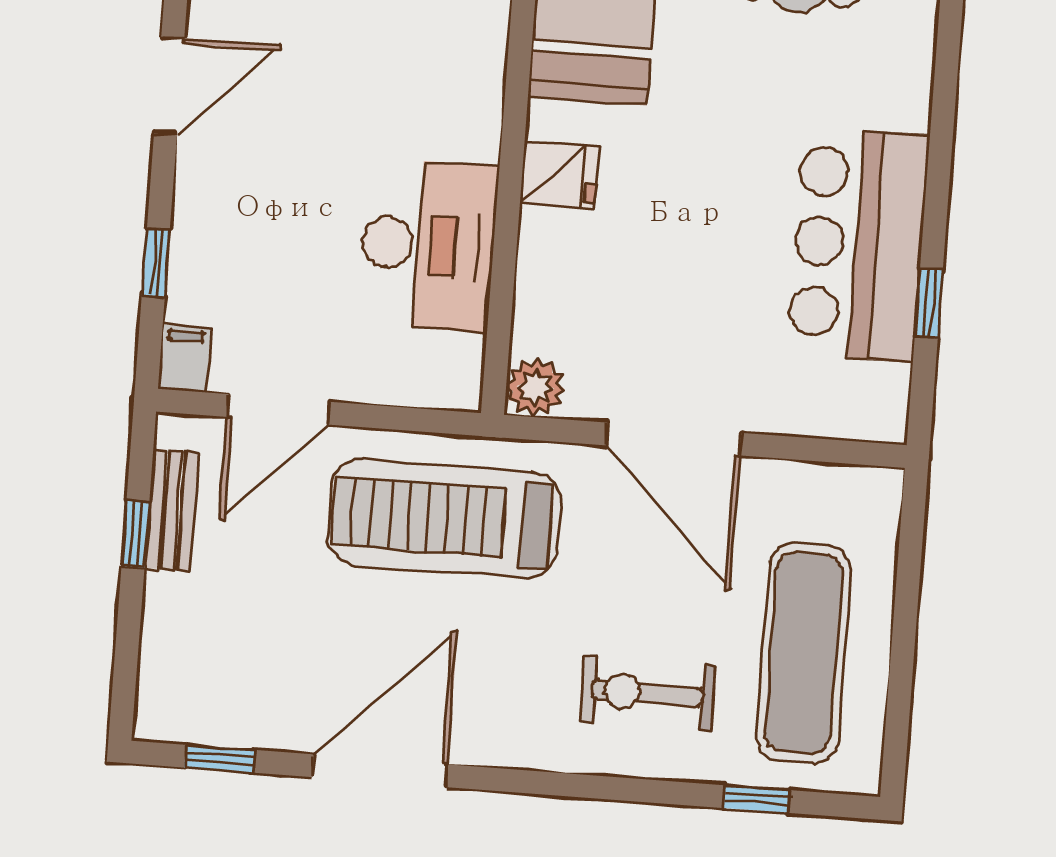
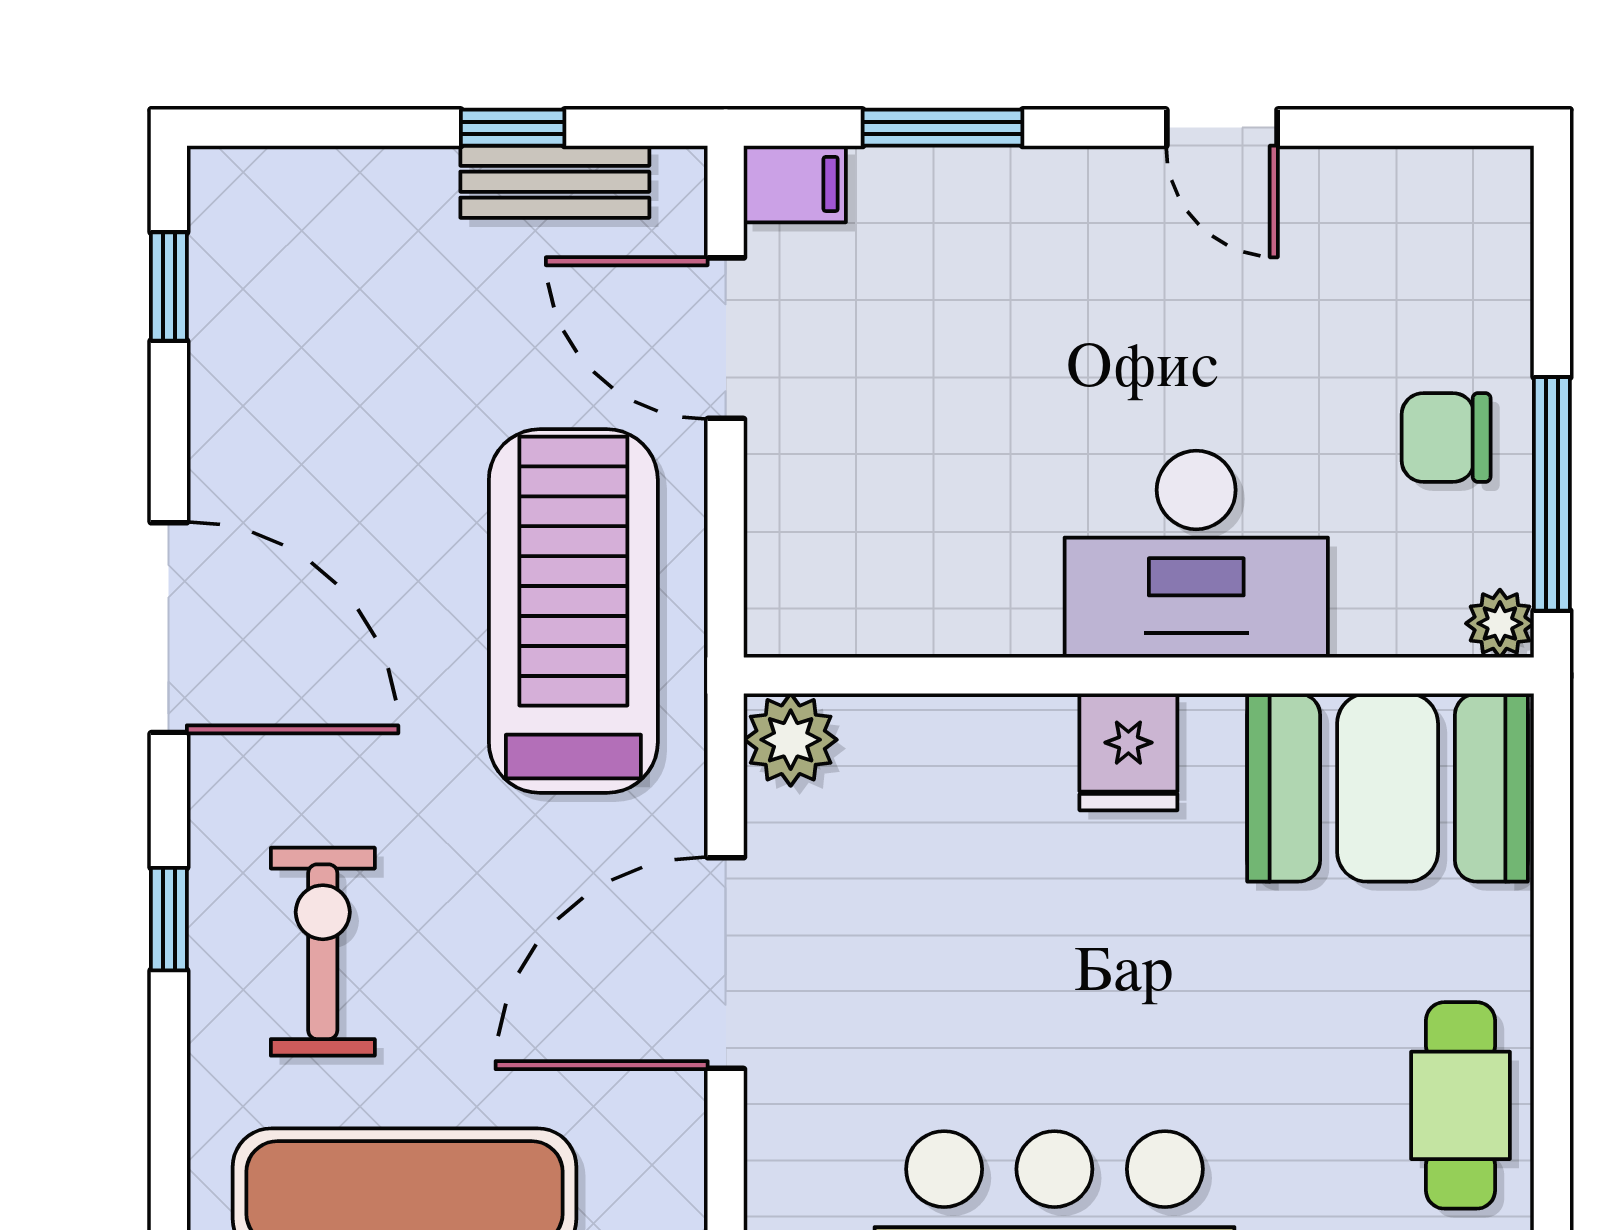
door: (169, 86) -> (1222, 128), width x0.73
desk: (428, 245) -> (1196, 554), moved
window: (156, 262) -> (943, 128), width x1.50
door: (380, 771) -> (169, 628), moved
window: (757, 799) -> (169, 919), moved

